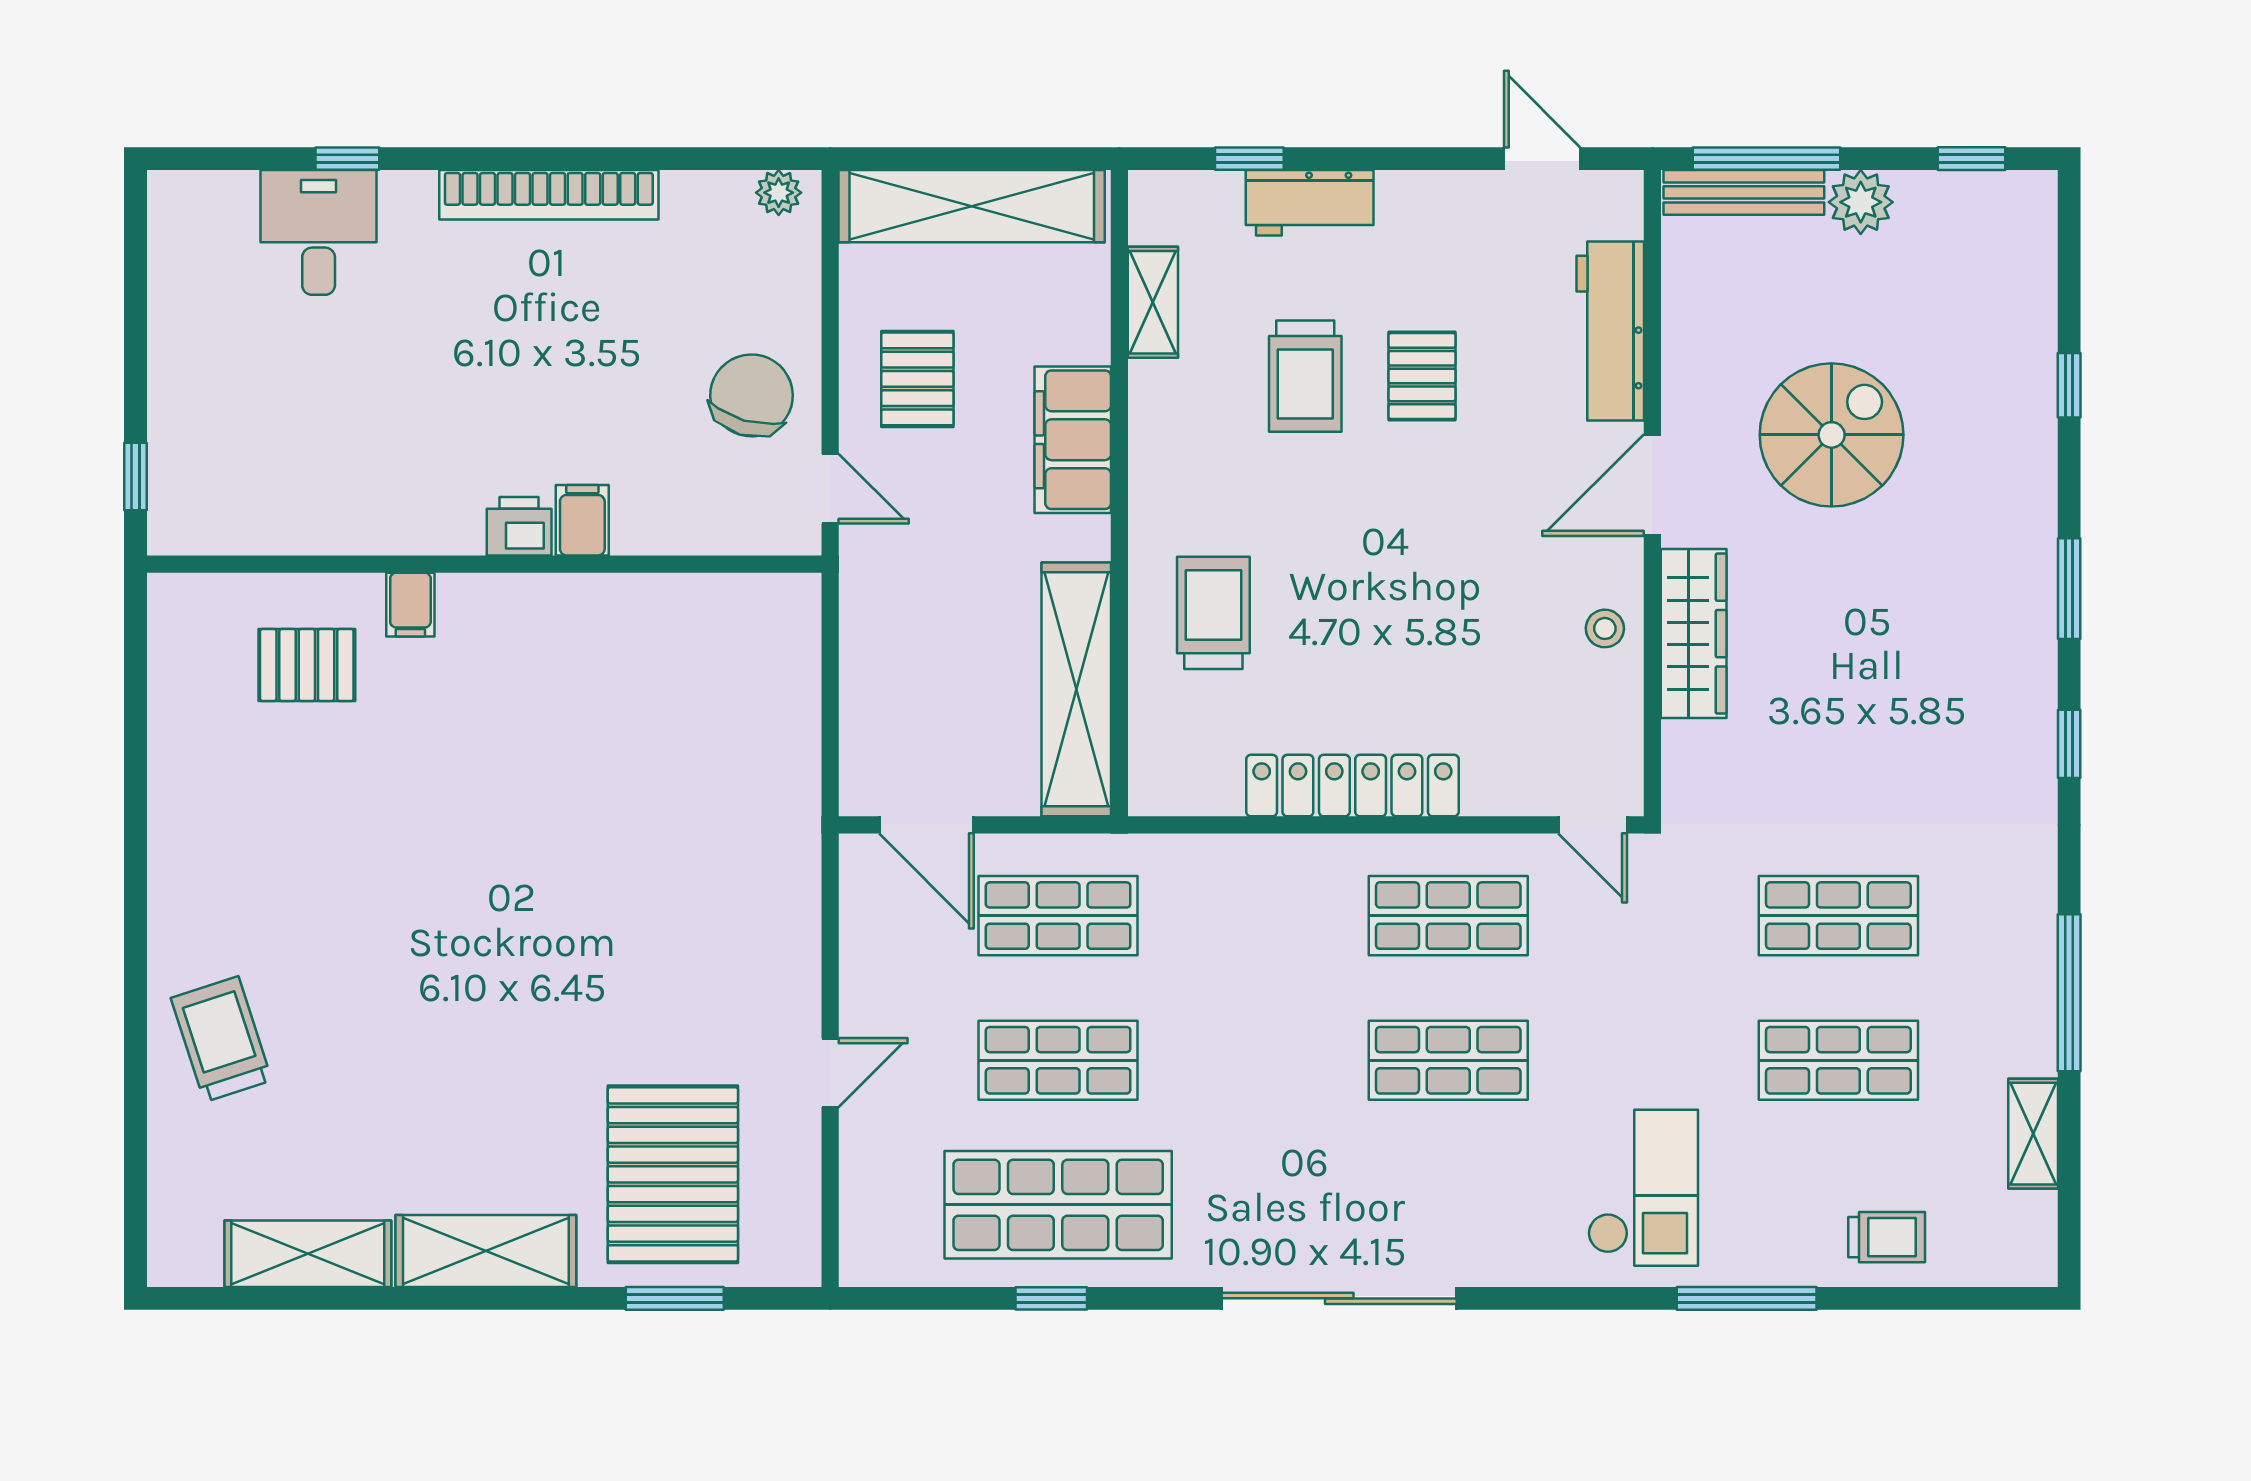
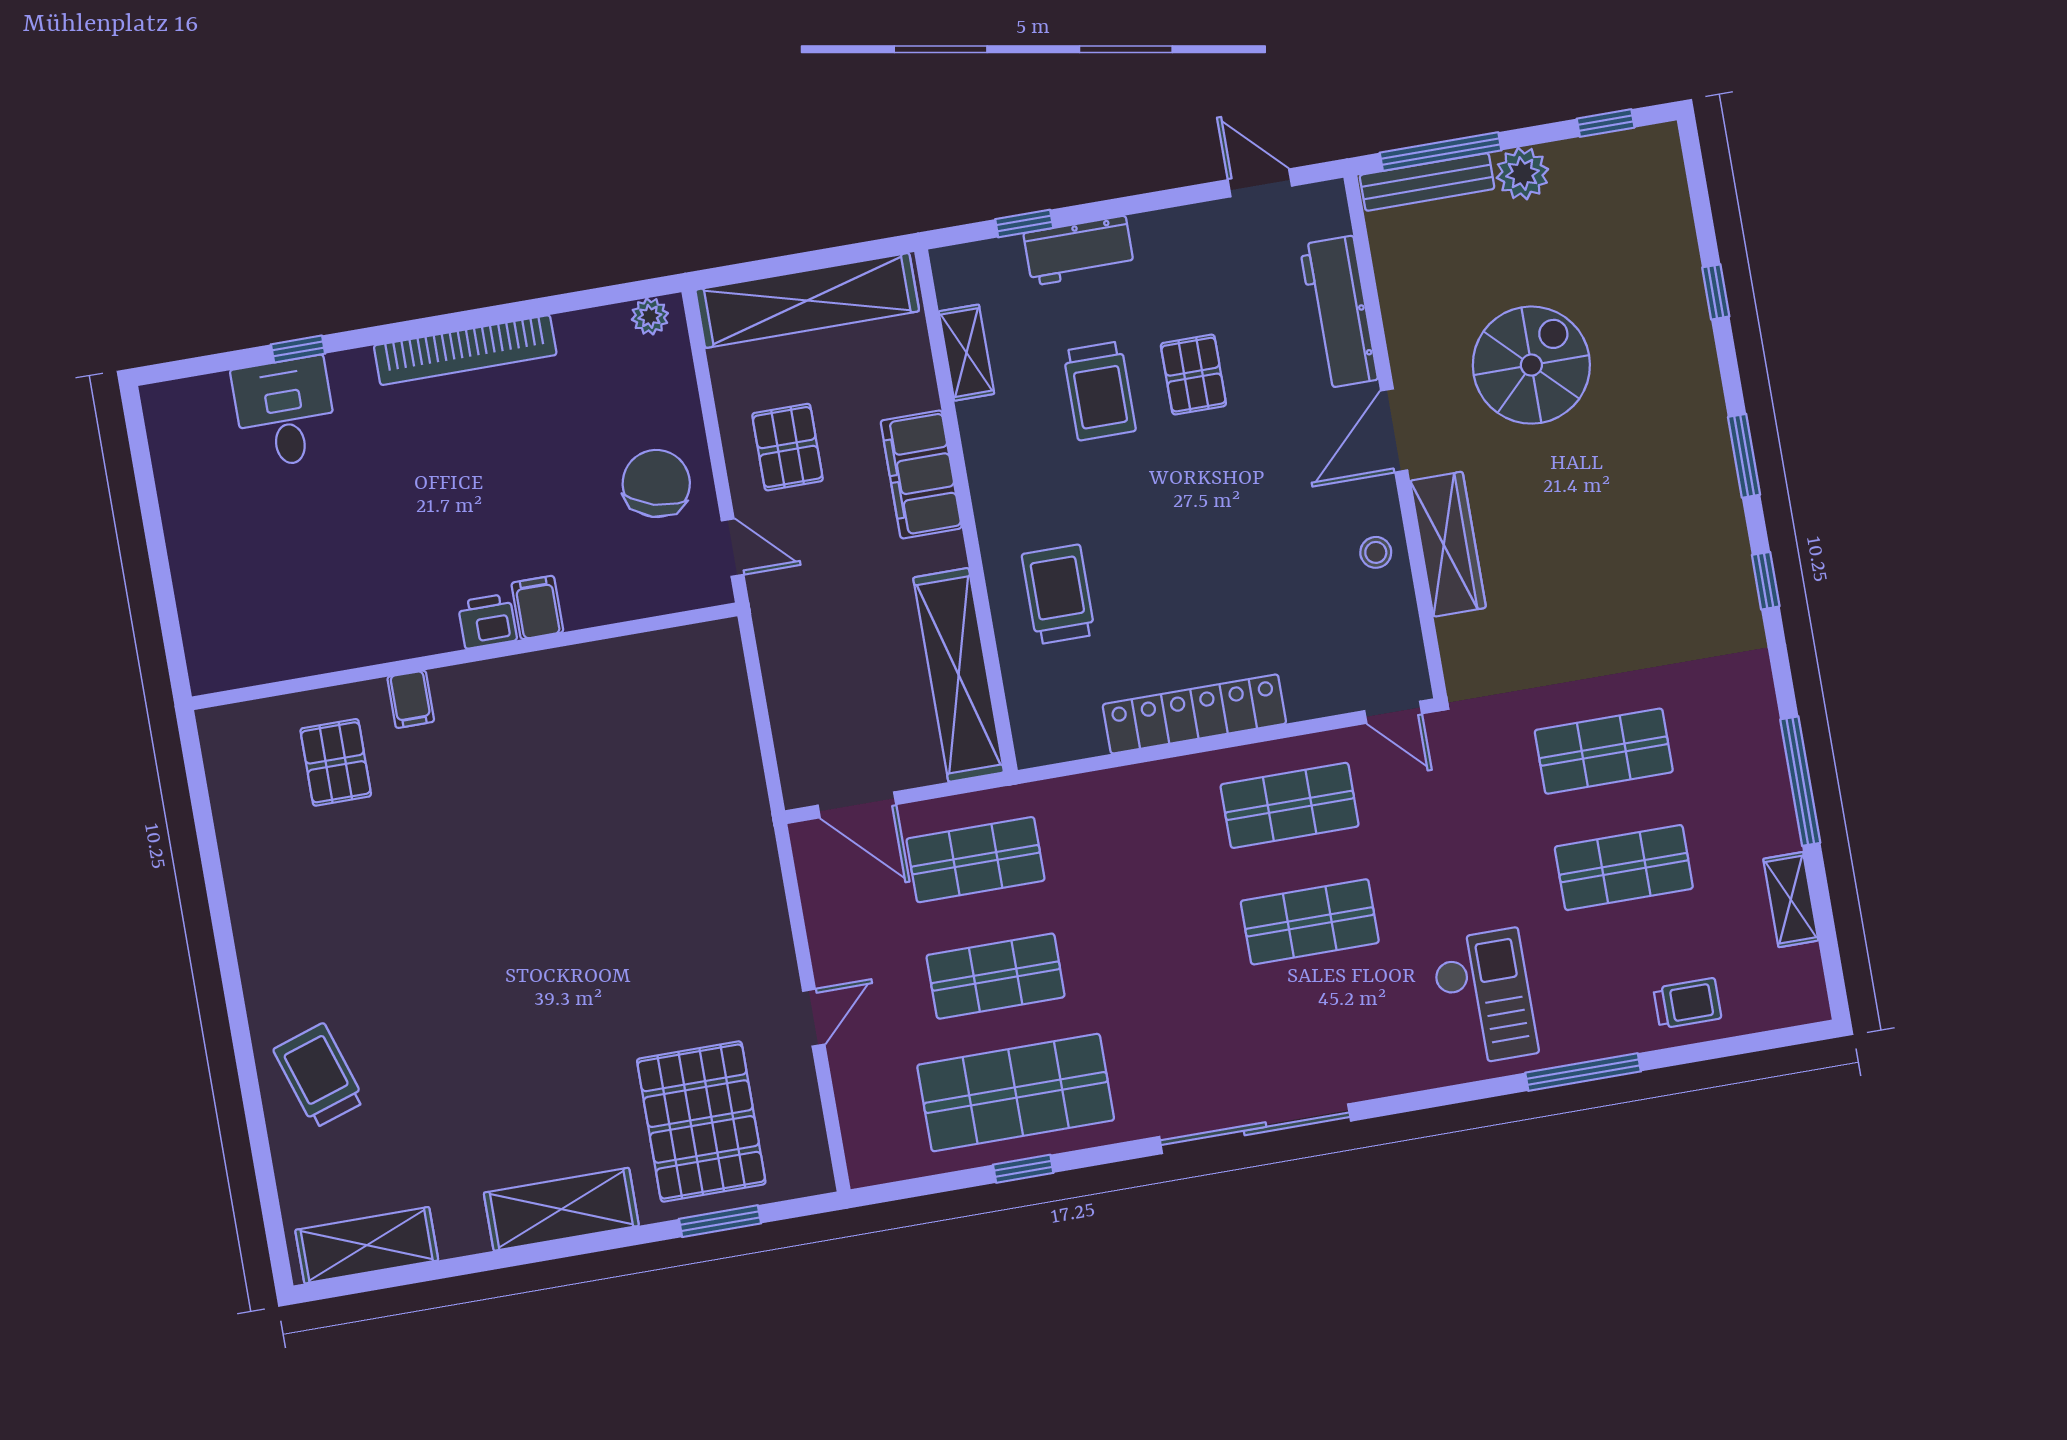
window: (136, 477) -> (172, 634), removed
pallet: (307, 665) -> (336, 762), turned 90
shelving: (308, 1254) -> (367, 1245), moved

